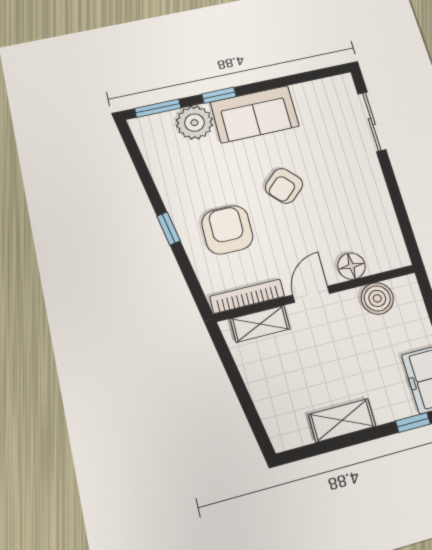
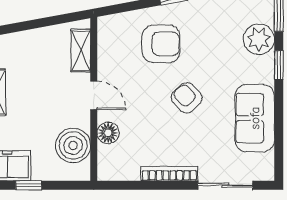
sofa: (255, 114) -> (255, 118), moved
bookcase: (247, 296) -> (169, 174), moved, turned -90
boiler: (377, 298) -> (73, 145), width x1.37, depth x1.37

